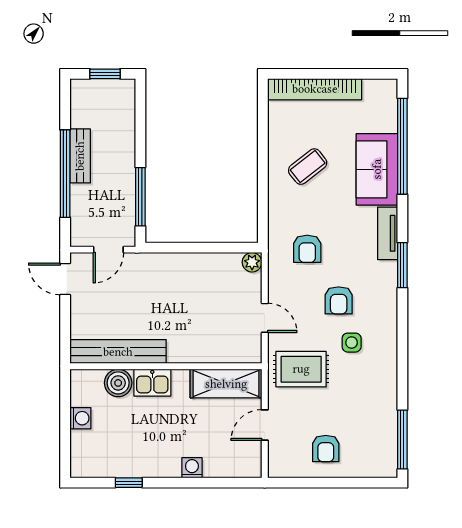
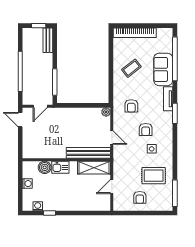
bench: (80, 156) -> (48, 40), moved
bench: (118, 352) -> (88, 153), moved
rug: (301, 369) -> (154, 176), moved
washing machine: (192, 468) -> (38, 206), moved

